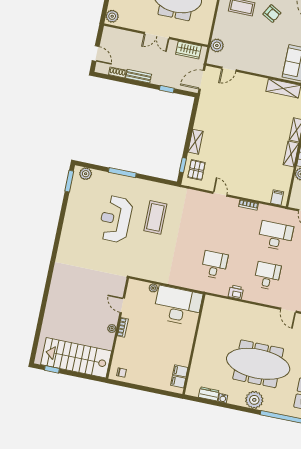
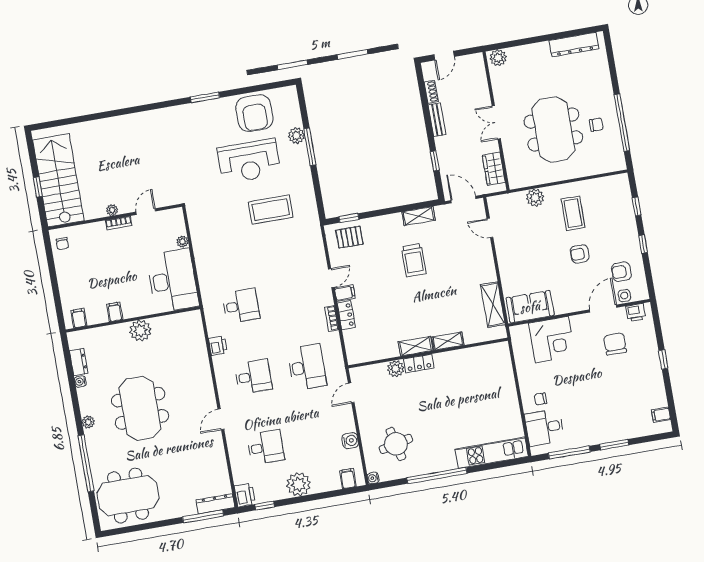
armchair: (272, 14) -> (580, 254), turned 61
plant: (217, 45) -> (535, 198), moved
trolley: (230, 131) -> (414, 260), added
shelving: (196, 142) -> (419, 216), moved
plant: (86, 174) -> (296, 136), moved
window: (69, 181) -> (205, 97), moved
locker: (250, 194) -> (346, 315), added
filing cabinet: (277, 198) -> (345, 293), moved
armchair: (83, 202) -> (254, 113), added
reception desk: (115, 219) -> (249, 161), turned 180
plant: (204, 342) -> (140, 331), added
meeting table: (258, 364) -> (140, 408), width x0.73
window: (52, 369) -> (38, 187), moved
filing cabinet: (180, 371) -> (115, 312), moved
plant: (254, 400) -> (88, 422), width x0.53, depth x0.53

